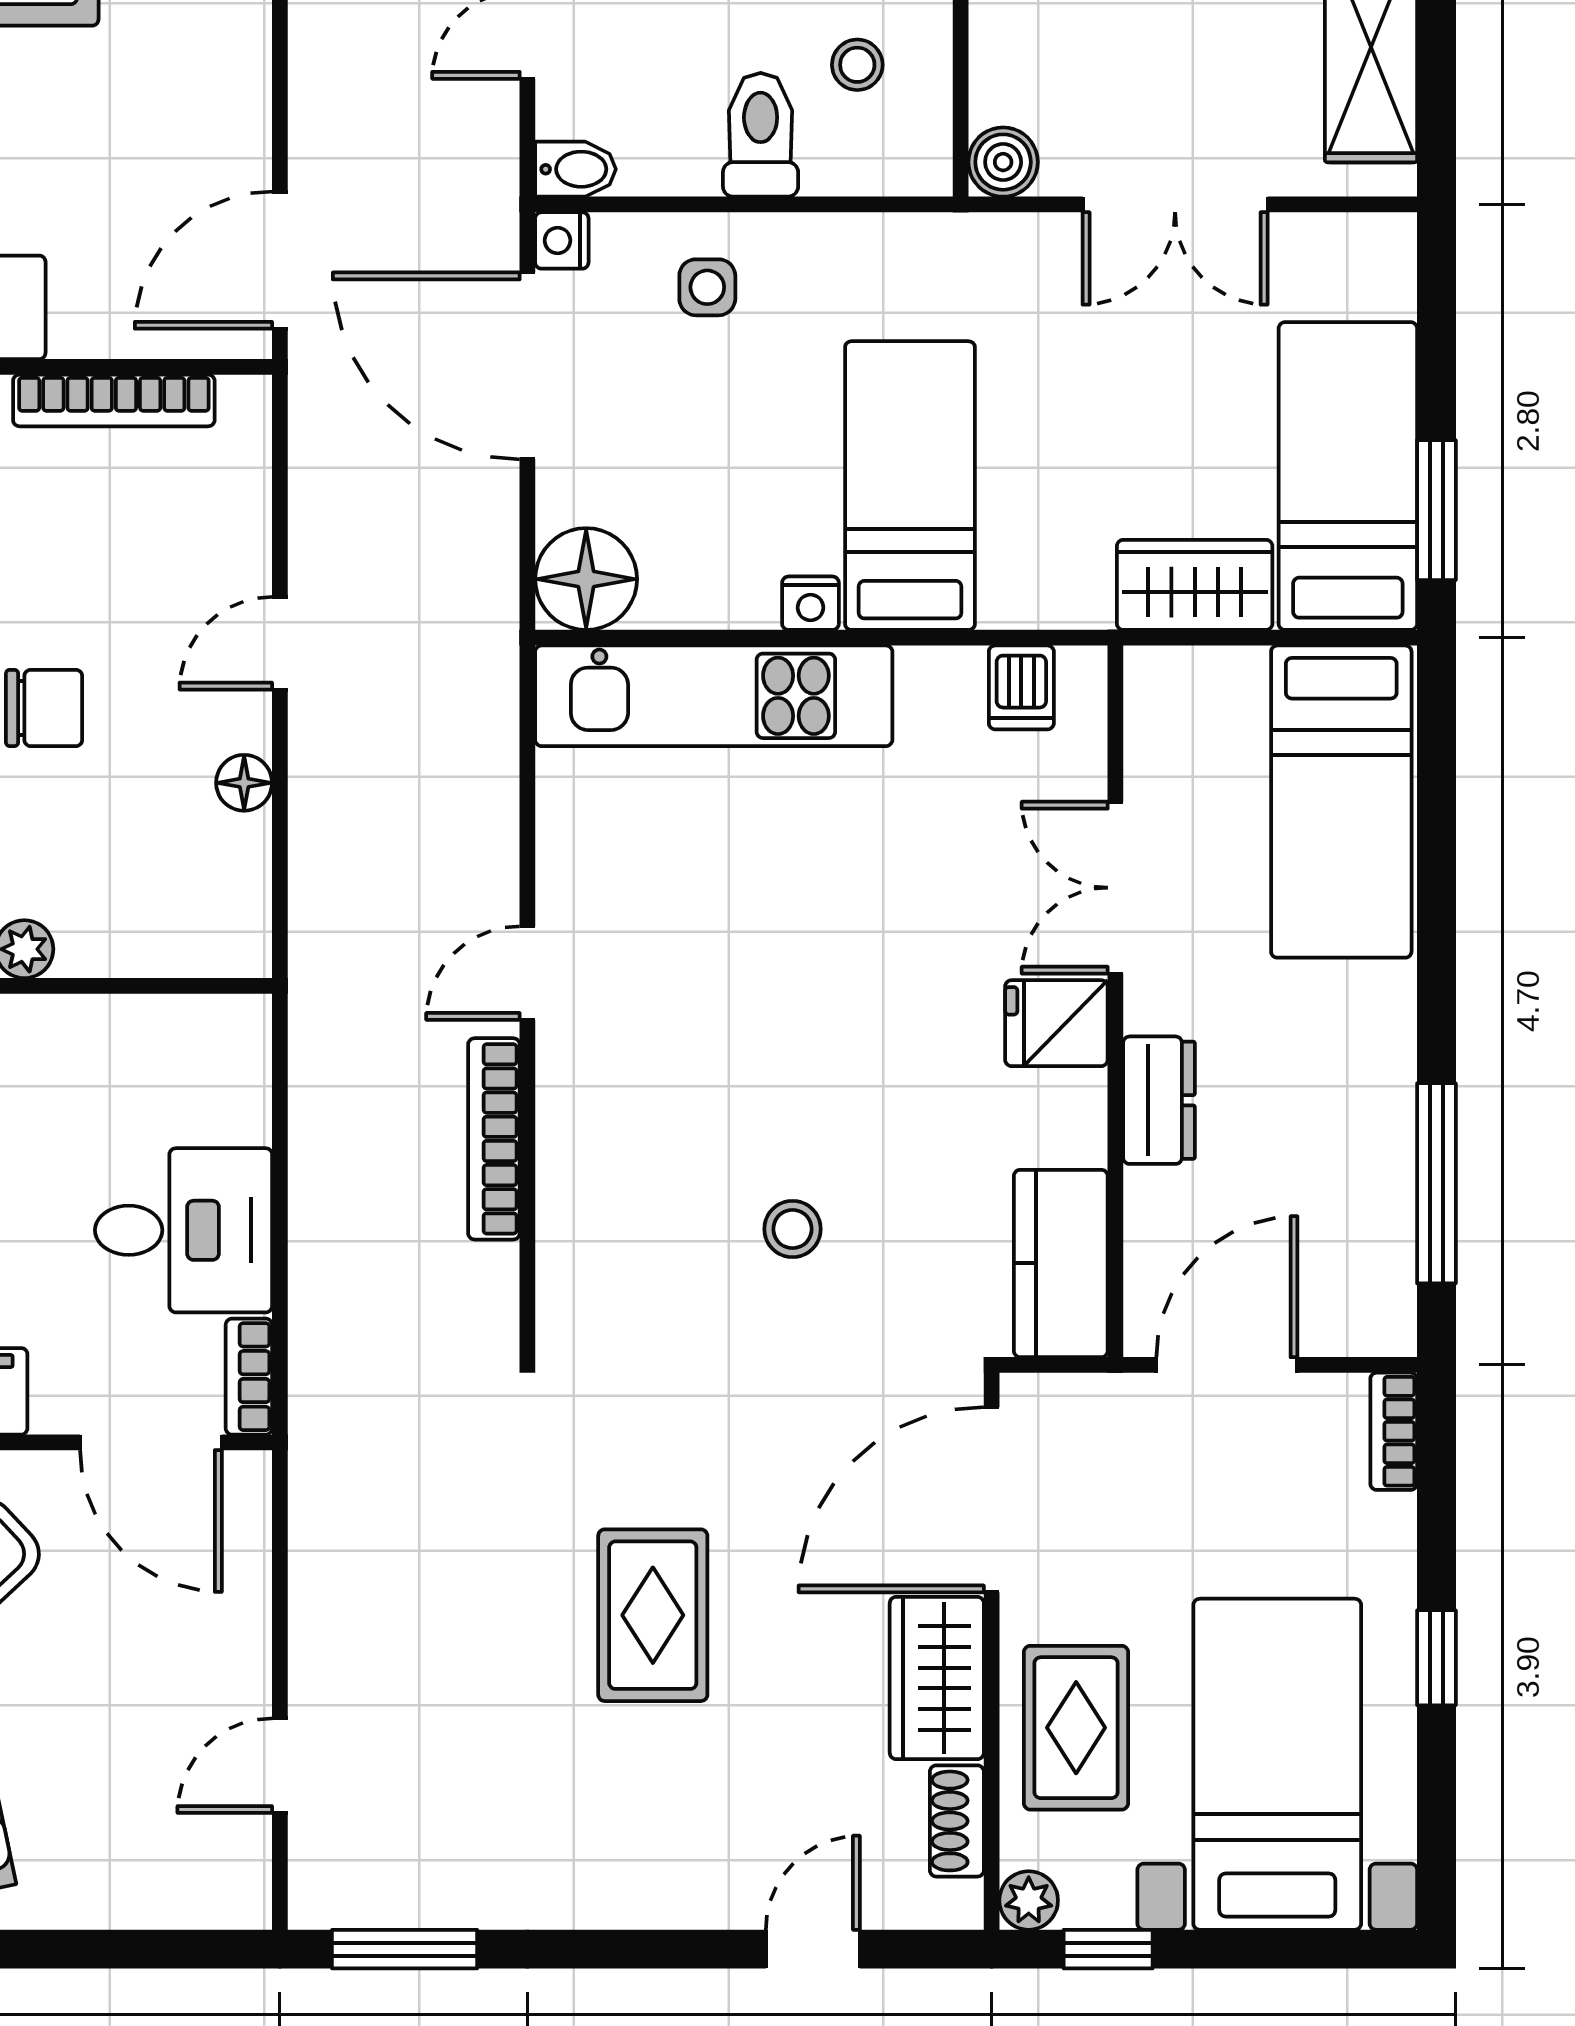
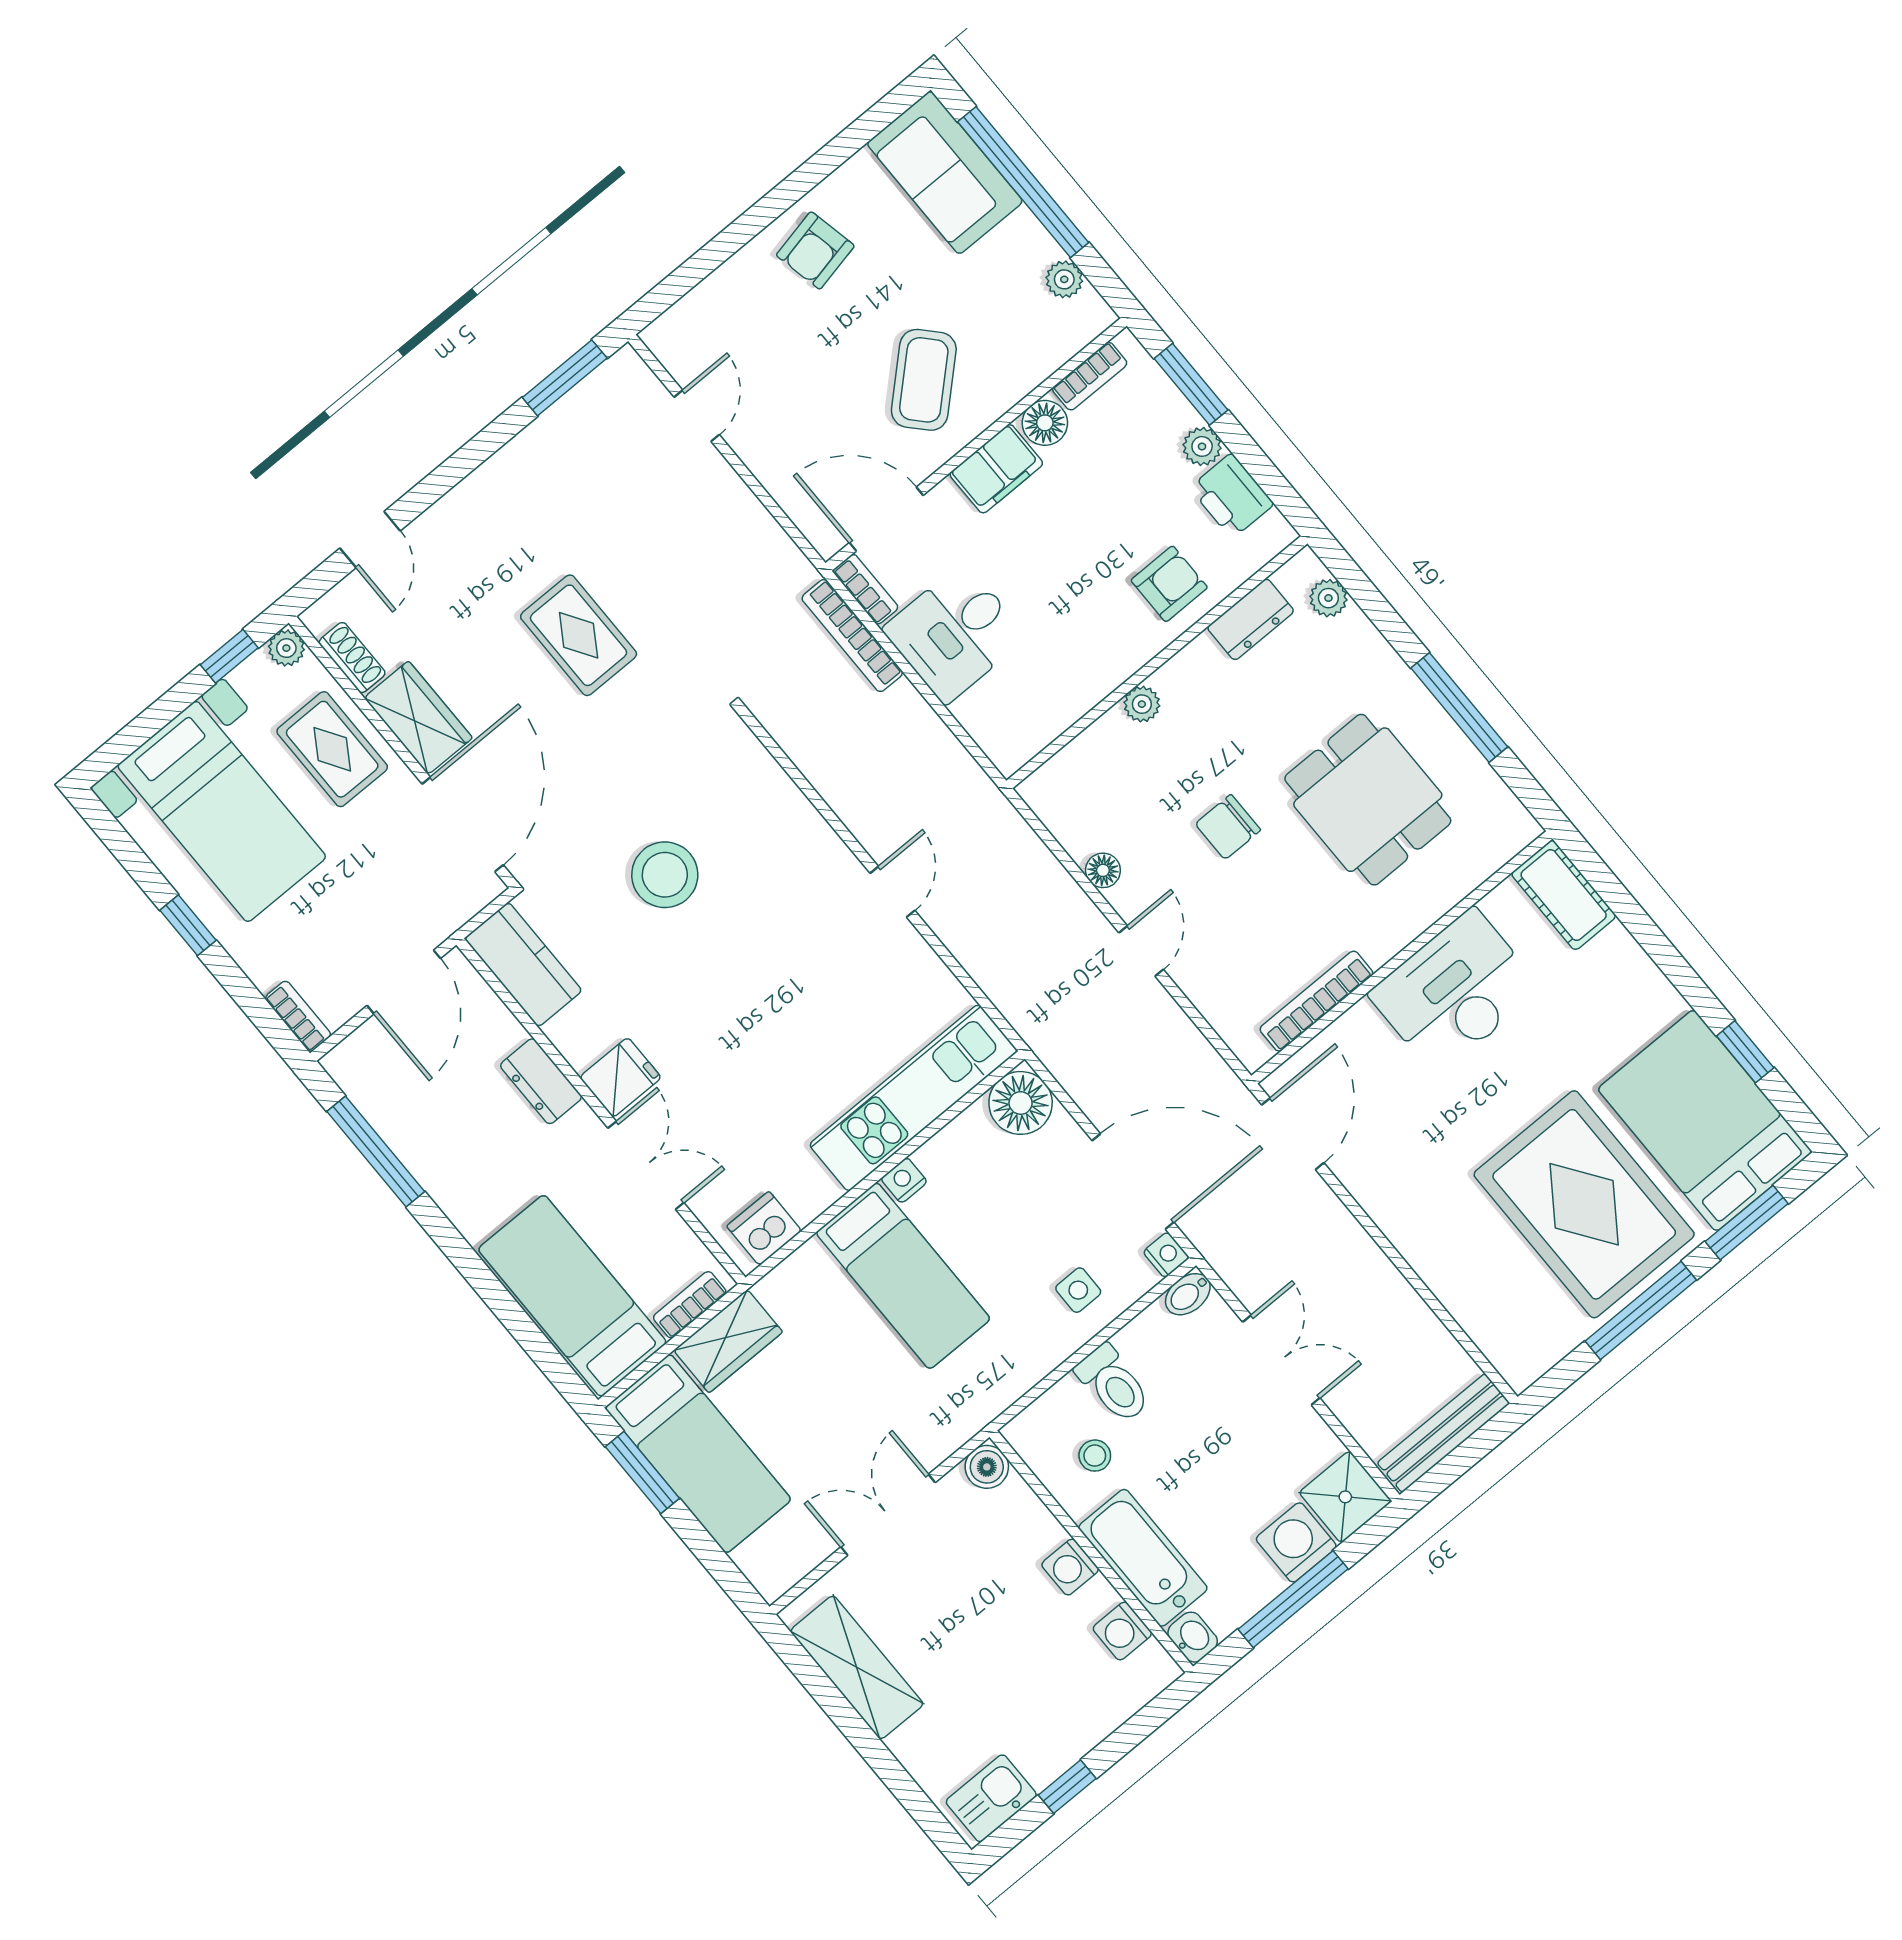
bookcase: (1205, 670) -> (690, 1305), added
dishwasher: (1021, 687) -> (764, 1228), width x1.38
bookcase: (494, 1139) -> (852, 636), moved, turned 180
stool: (793, 1229) -> (665, 875), width x1.89, depth x1.89

